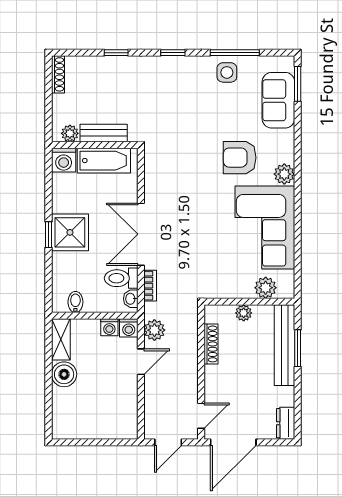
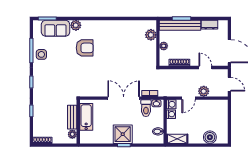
armchair: (240, 158) -> (85, 48), turned -90
washing machine: (64, 160) -> (86, 137), removed
plant: (284, 174) -> (76, 25), moved
corner sofa: (265, 228) -> (120, 35), removed
double door: (141, 234) -> (124, 98), swing flipped
plant: (154, 330) -> (204, 91), moved
door: (141, 362) -> (188, 98), swing flipped
boiler: (64, 374) -> (210, 137), moved
door: (201, 416) -> (205, 68), moved
dresser: (286, 423) -> (209, 25), moved

